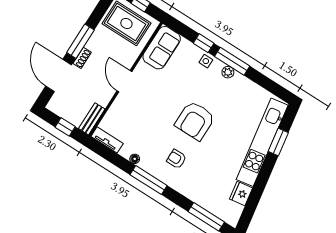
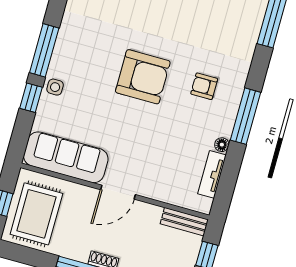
sofa: (162, 48) -> (66, 157), width x1.36
plant: (228, 72) -> (61, 52), removed
tv unit: (107, 140) -> (212, 174), moved
armchair: (177, 159) -> (204, 86), turned 90

